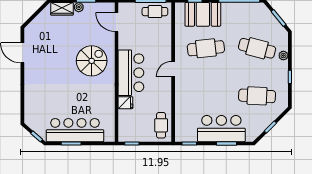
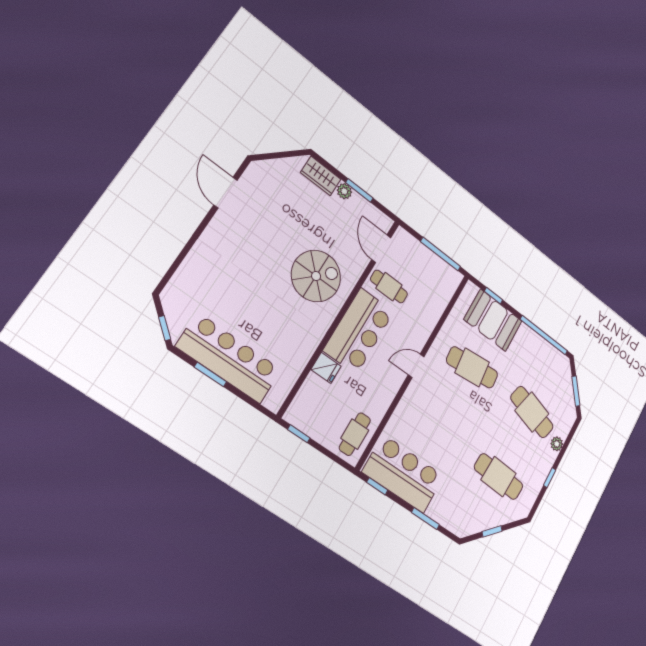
cafe table: (155, 12) -> (389, 287), moved
bar counter: (221, 129) -> (403, 474), moved

